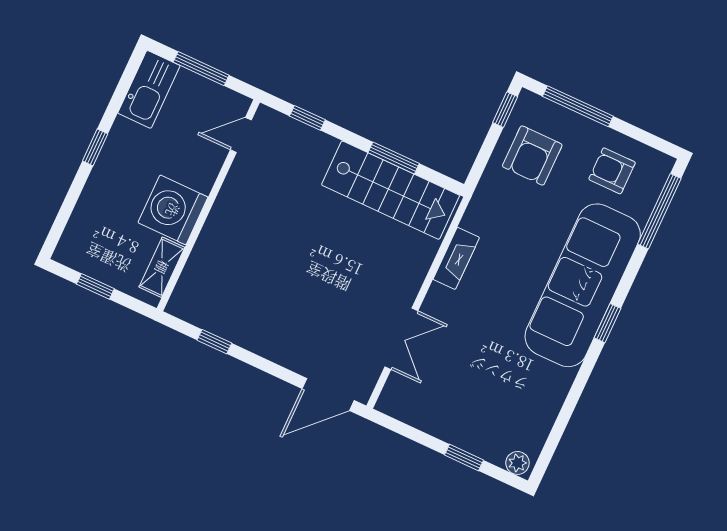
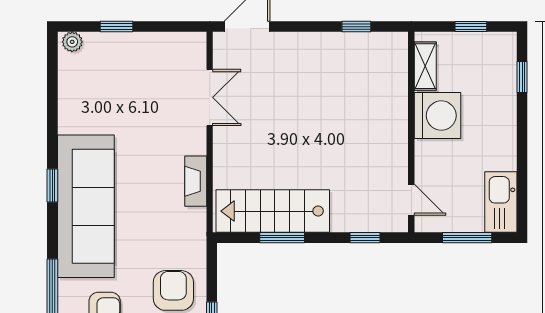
door: (241, 135) -> (411, 200), hinge flipped
window: (95, 147) -> (522, 77), moved
double door: (401, 339) -> (210, 97), swing flipped

